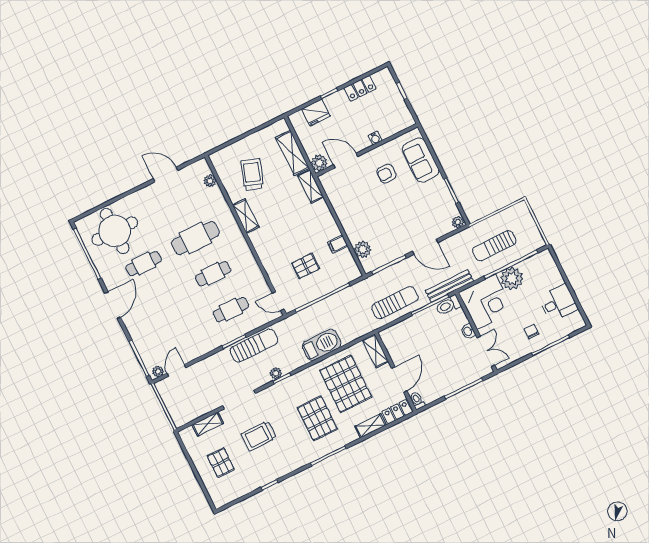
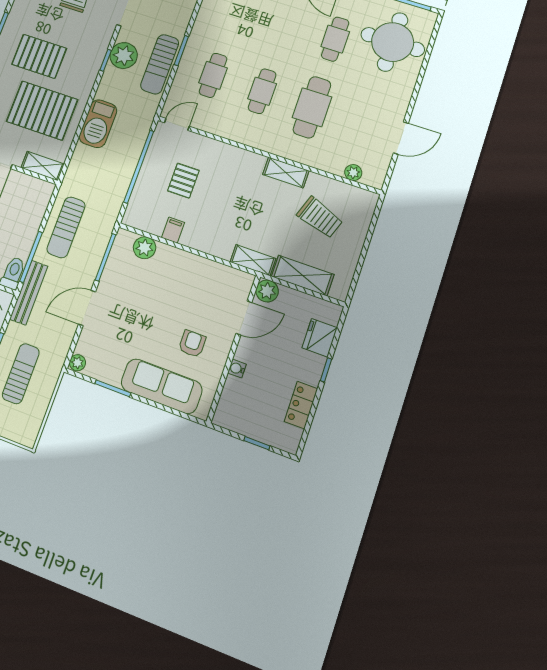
sofa: (421, 160) -> (162, 386), width x1.36
plant: (276, 373) -> (124, 56), width x1.88, depth x1.88

